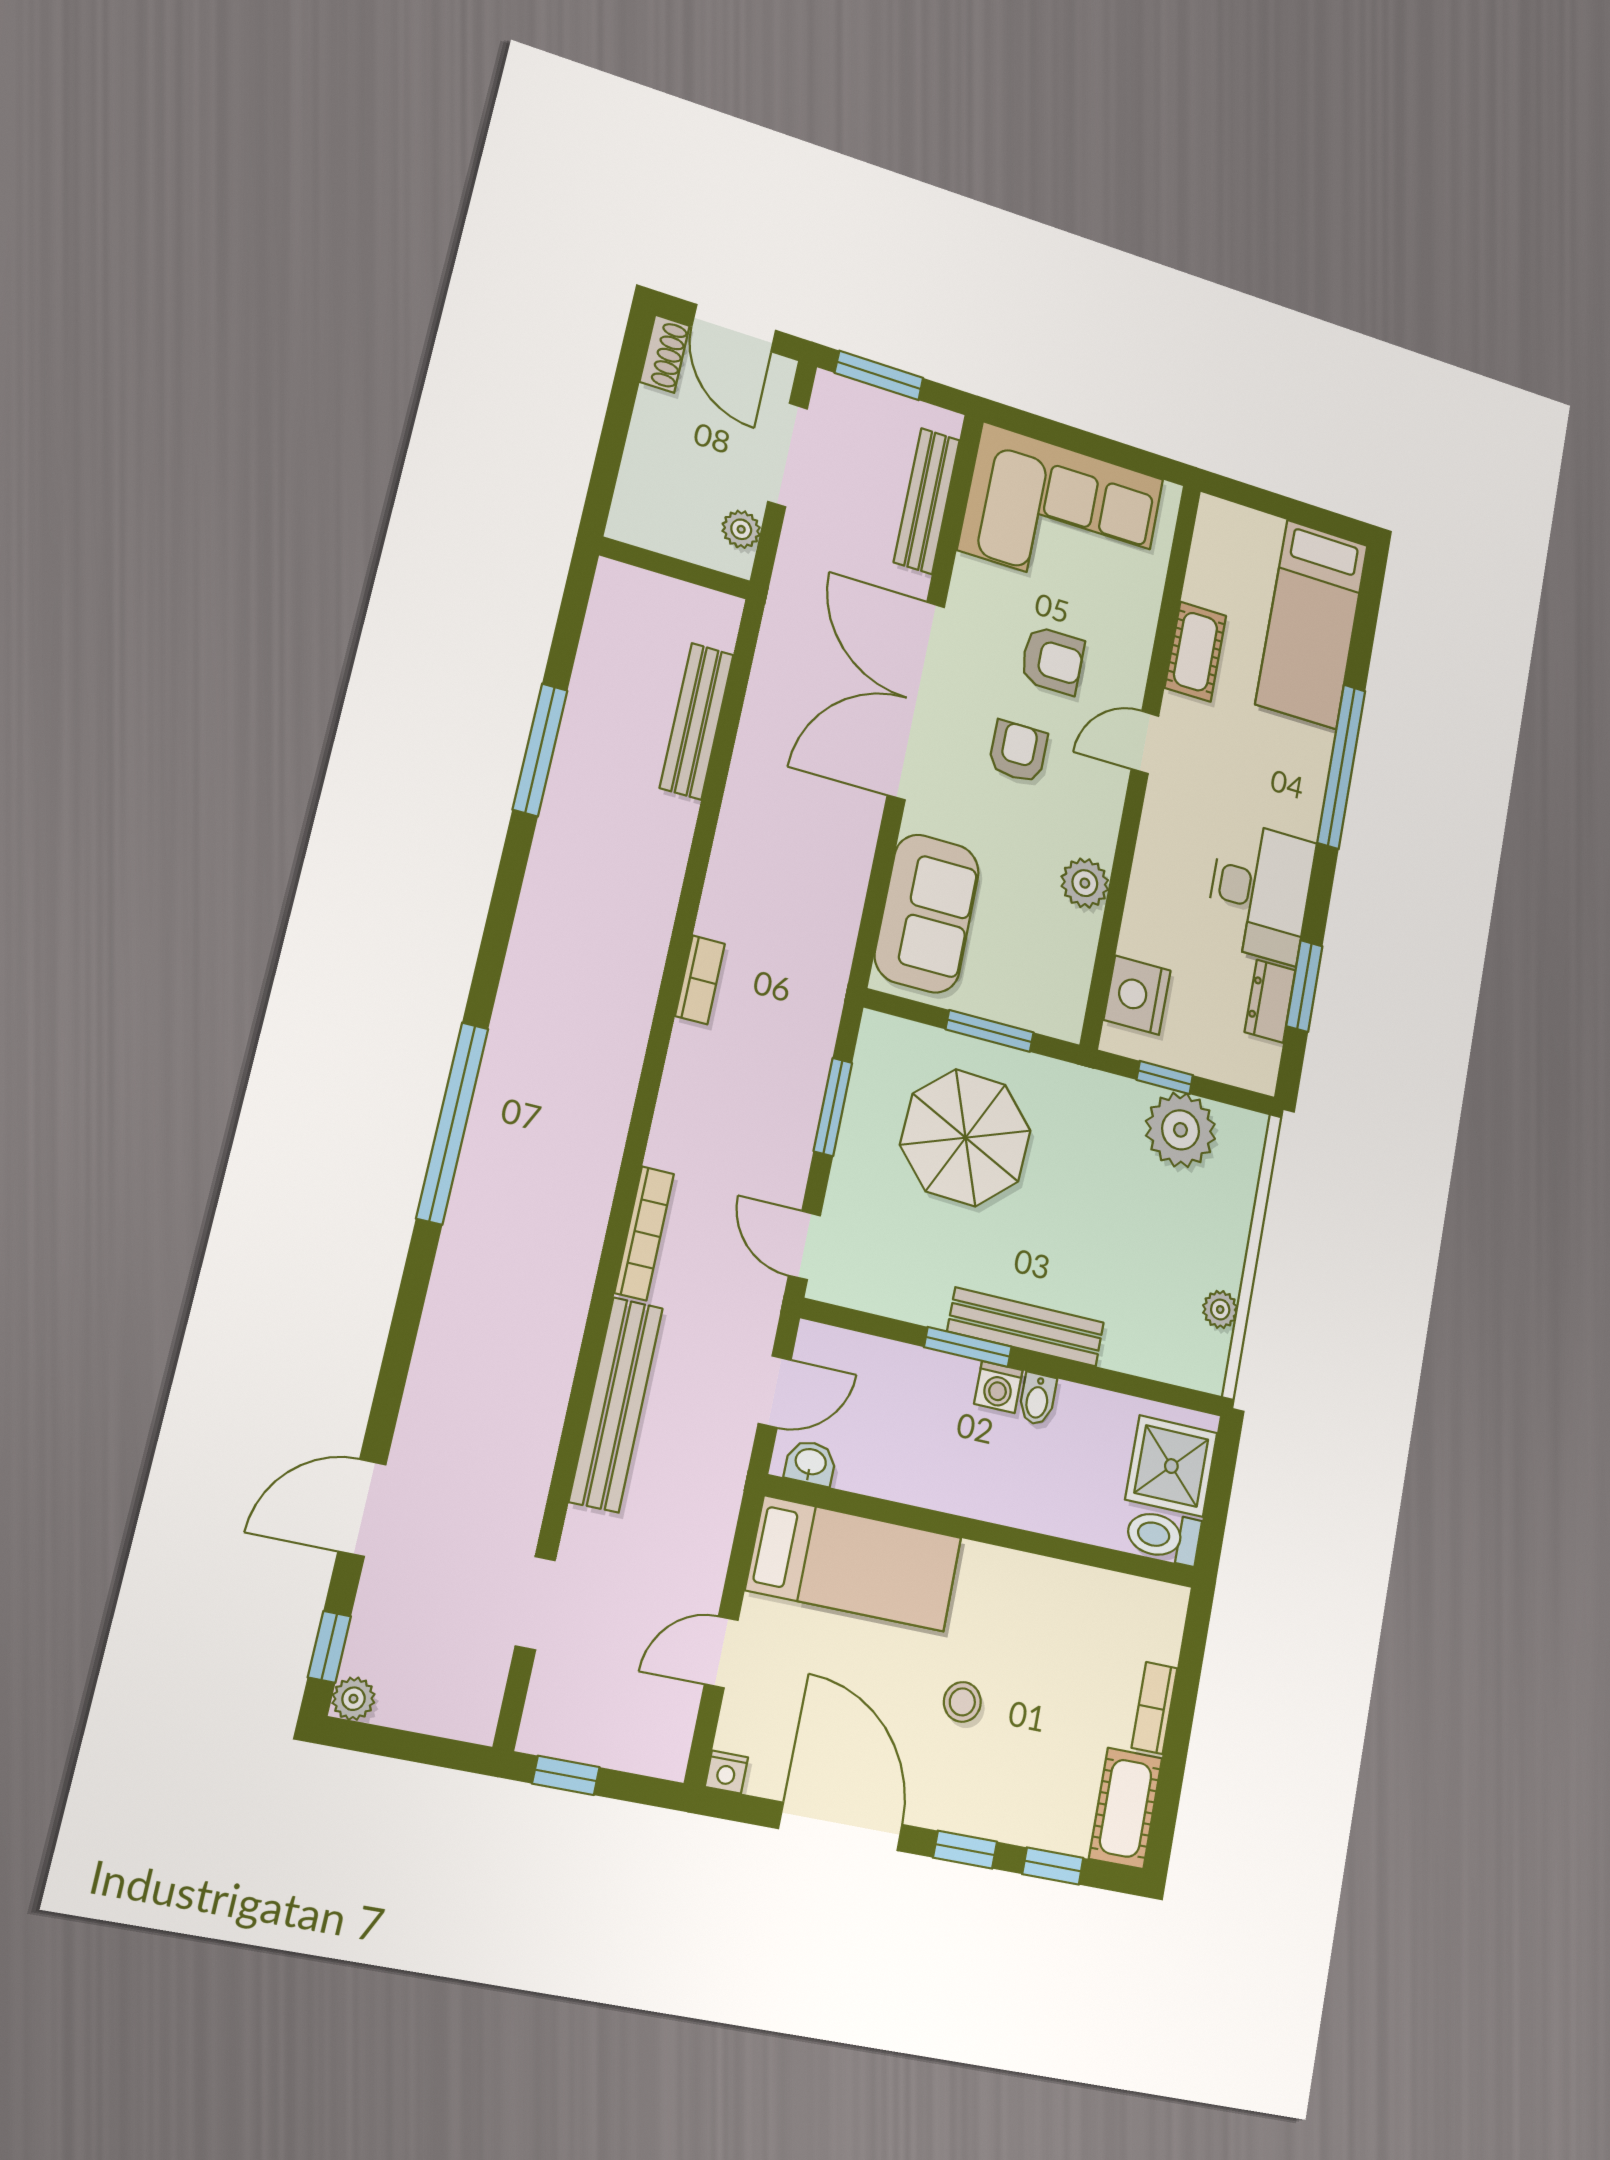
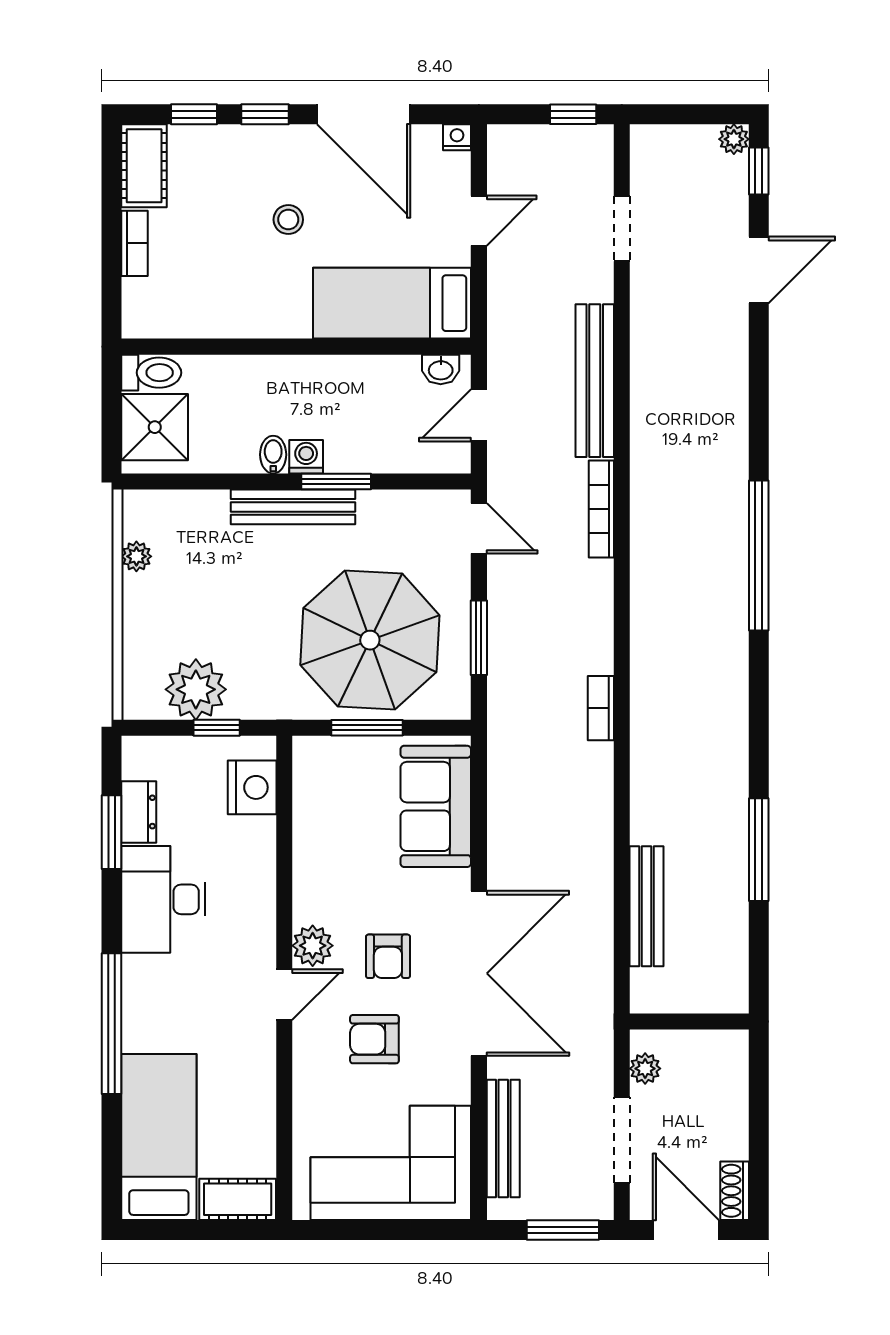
cot: (1195, 652) -> (238, 1199), moved, turned 90
plant: (1085, 883) -> (313, 946), moved
parasol: (966, 1138) -> (370, 640), width x1.36, depth x1.36

